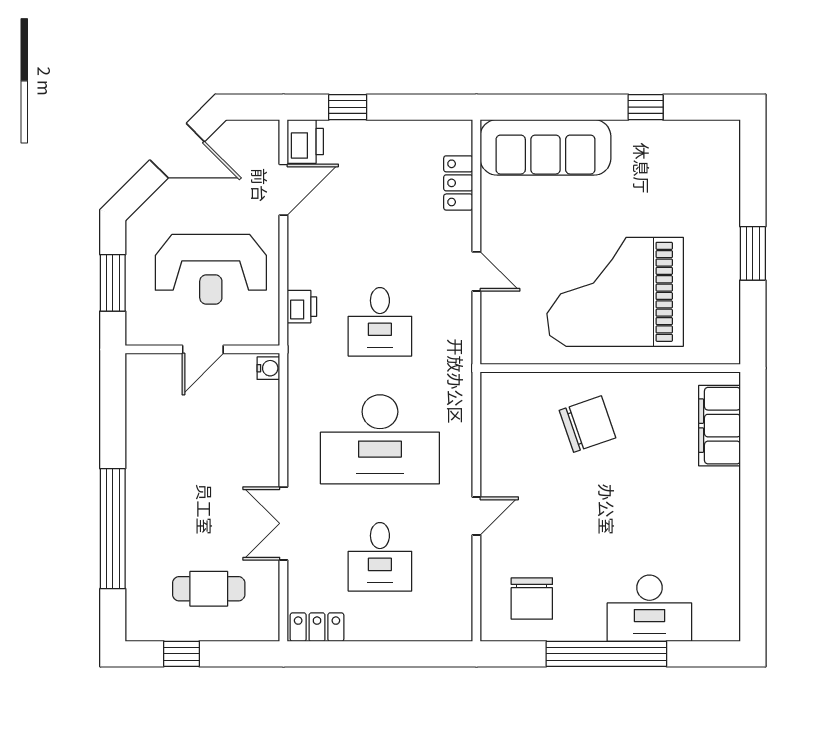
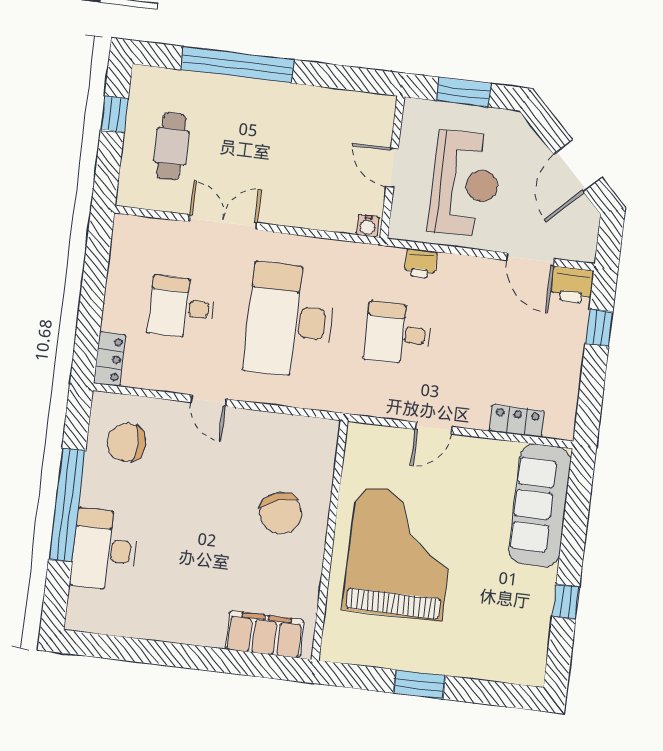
reception desk: (211, 269) -> (465, 184), turned 180
locker: (317, 627) -> (110, 359), moved

